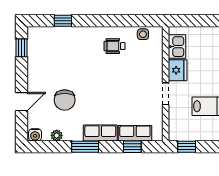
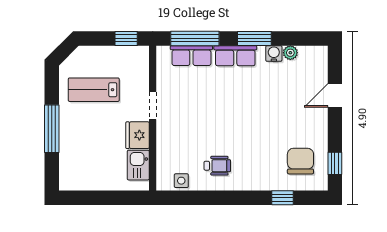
chair: (65, 100) -> (300, 161), moved
water cooler: (35, 135) -> (274, 53), moved
window: (132, 147) -> (195, 38), width x2.17

